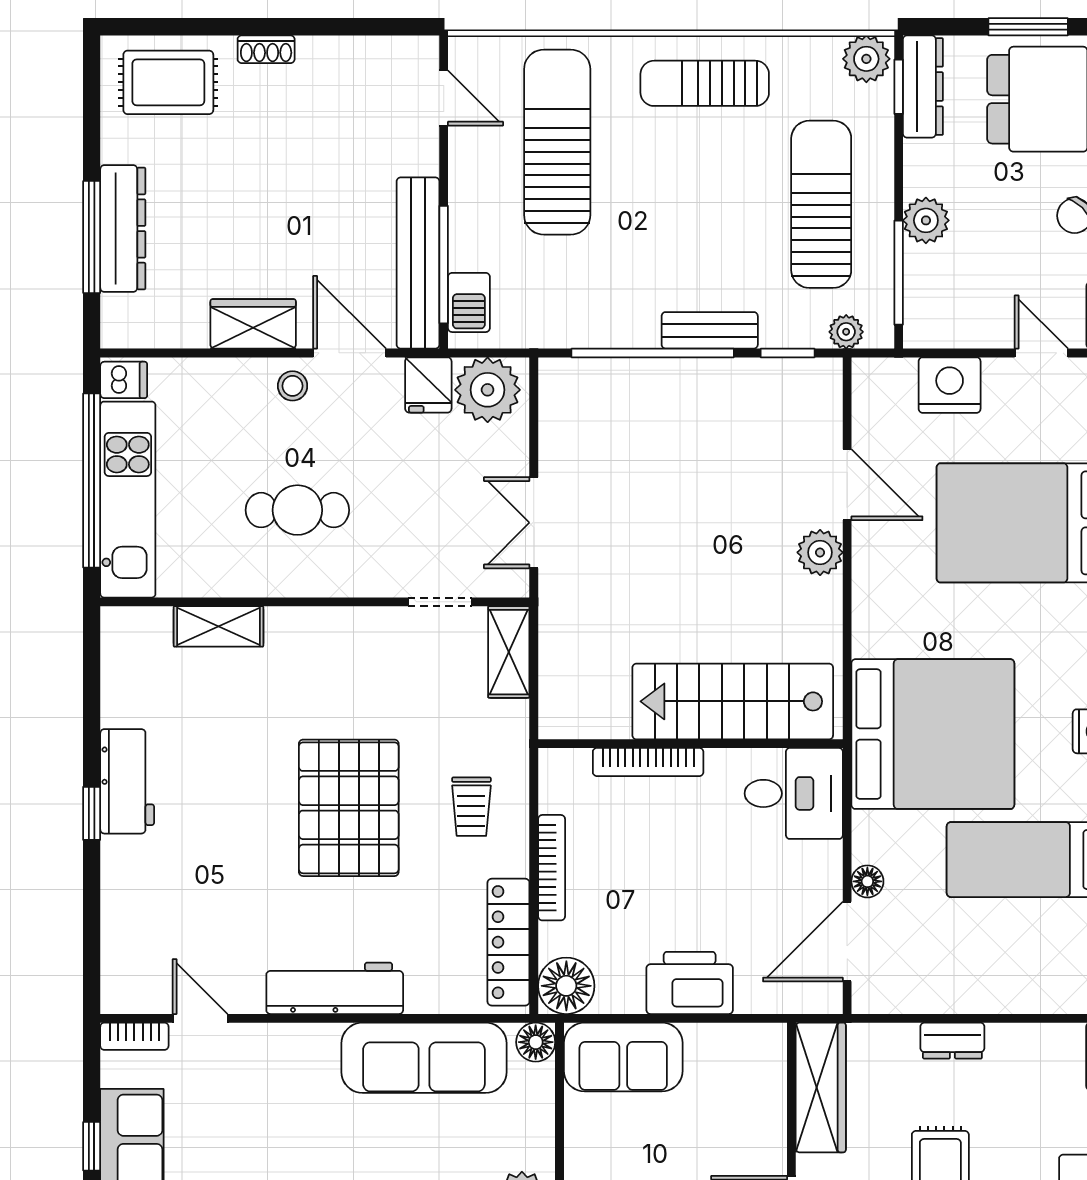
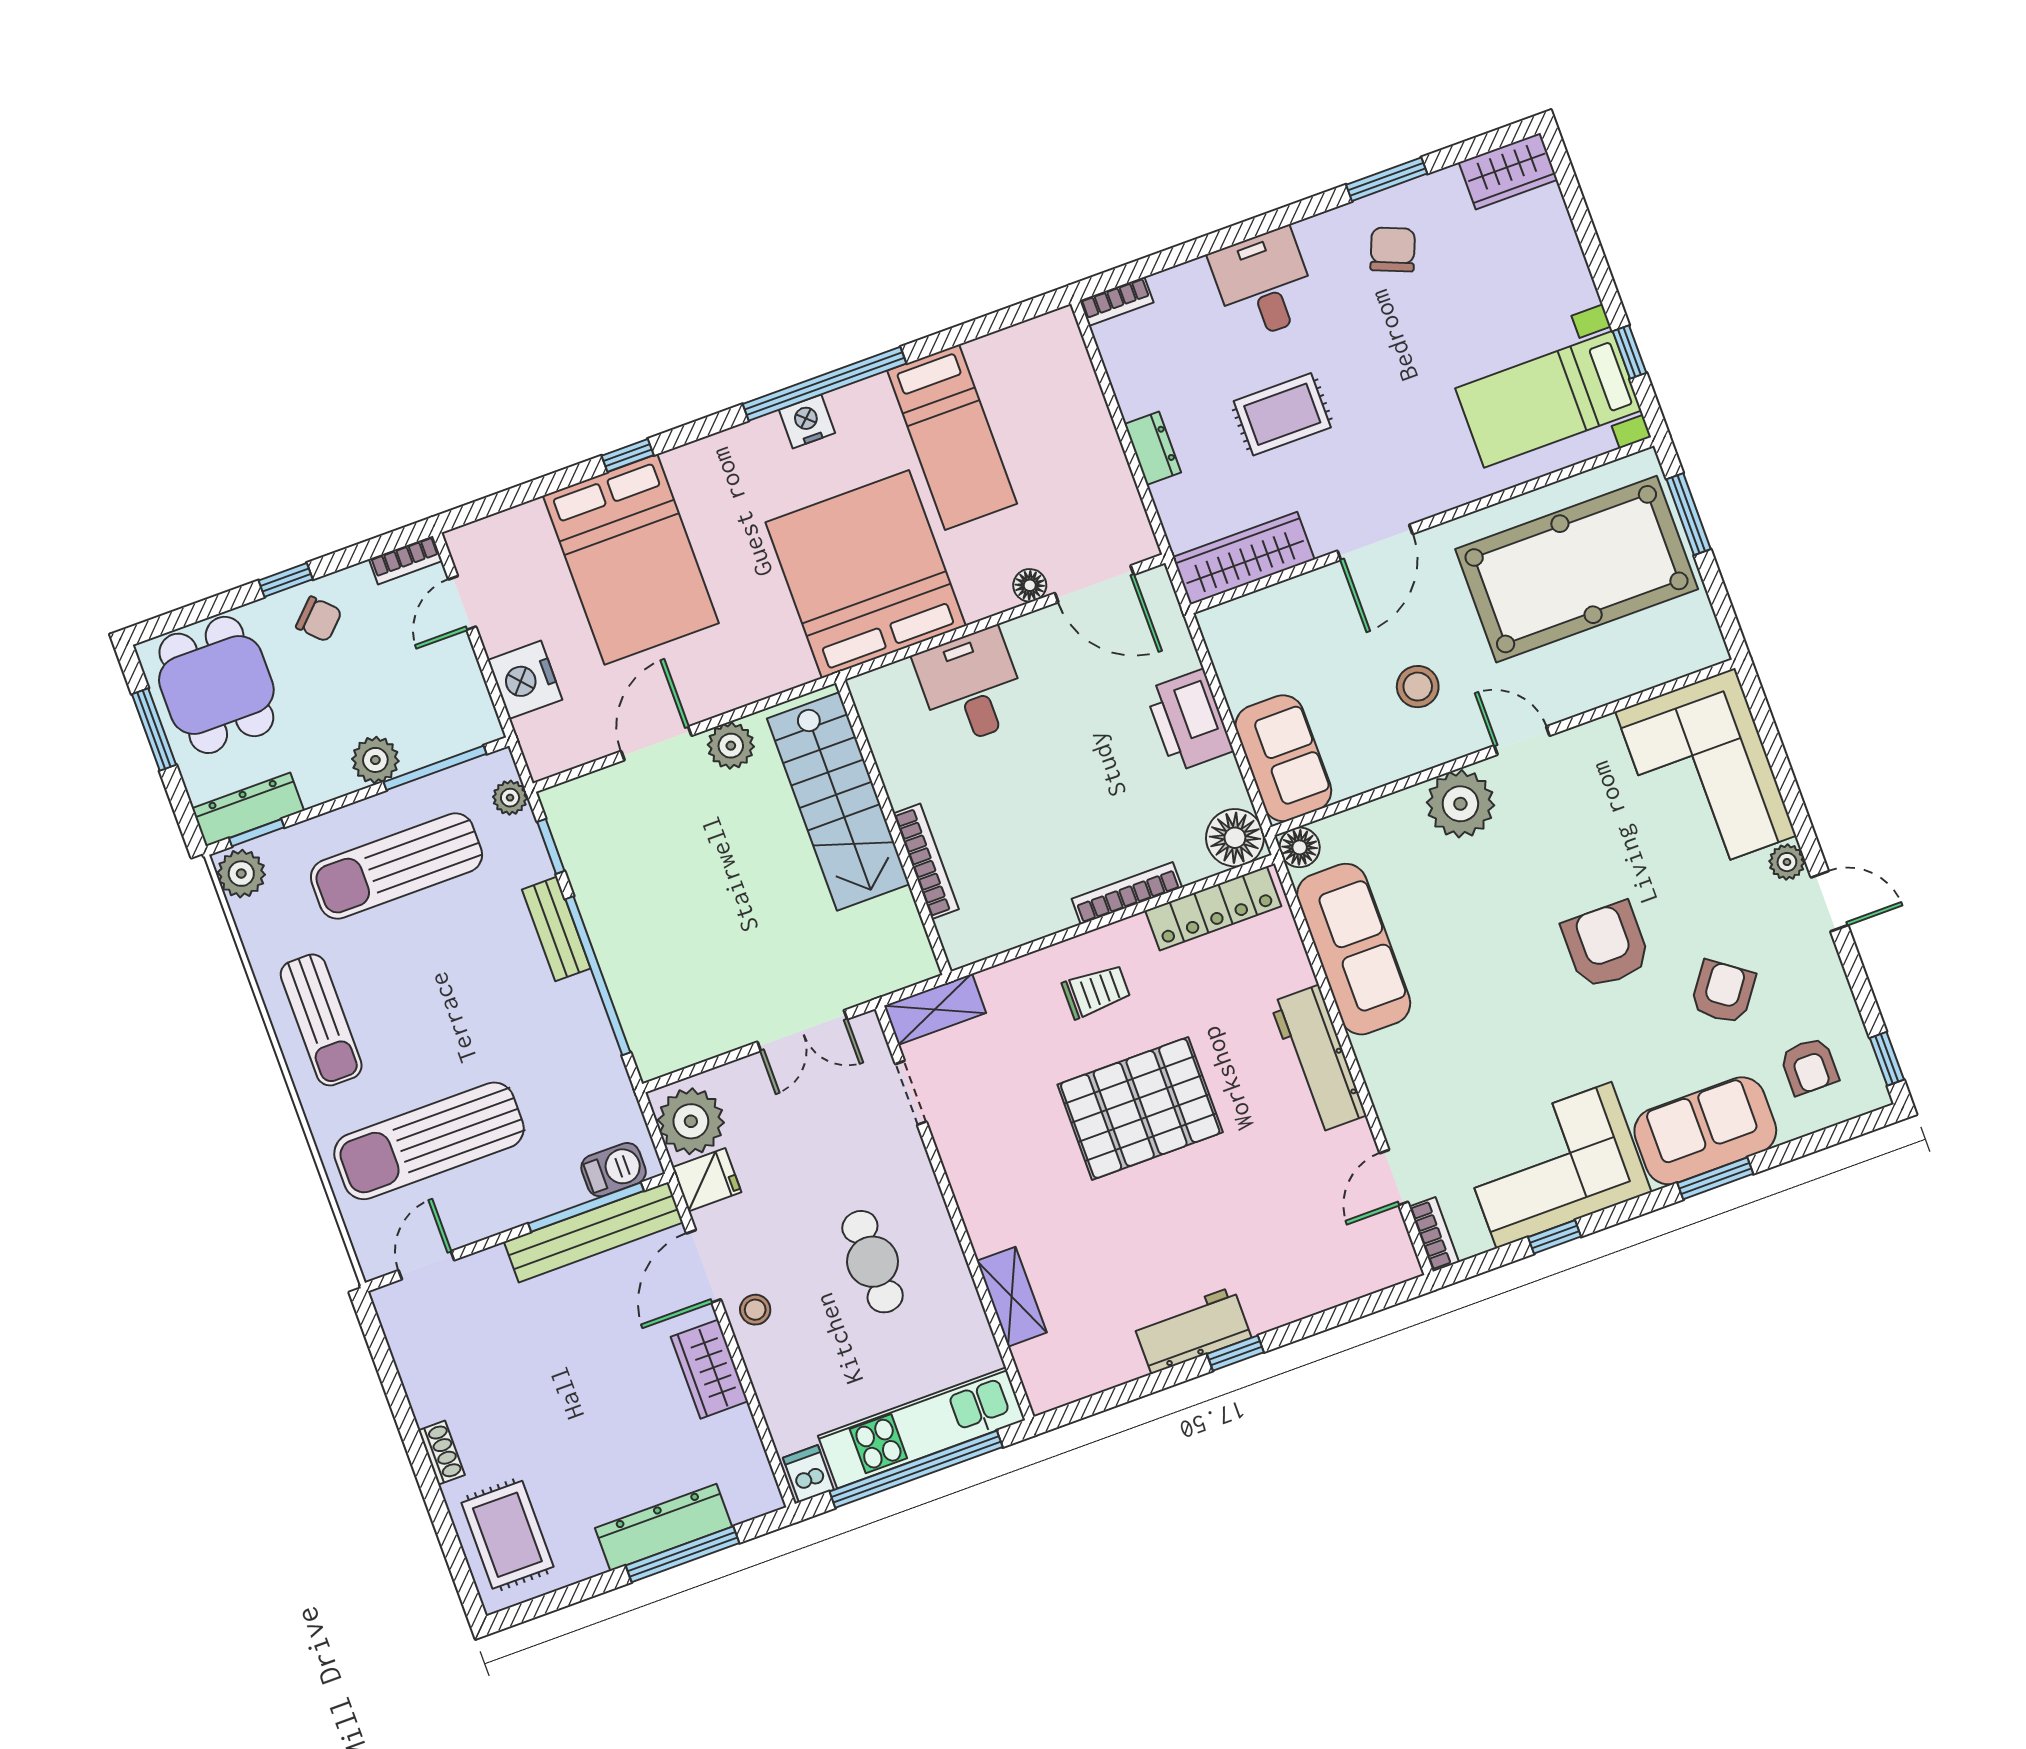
stairs: (733, 701) -> (838, 801), moved
wall: (690, 744) -> (893, 827), moved
bookcase: (648, 762) -> (926, 861), moved

